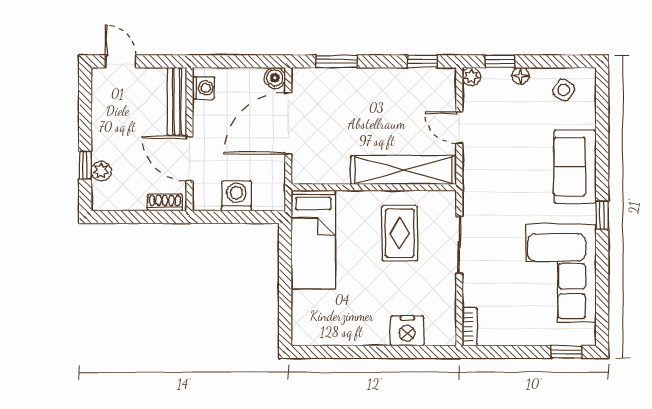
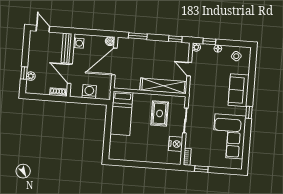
nightstand: (407, 331) -> (176, 144), moved, turned -90
window: (566, 352) -> (201, 169), moved

